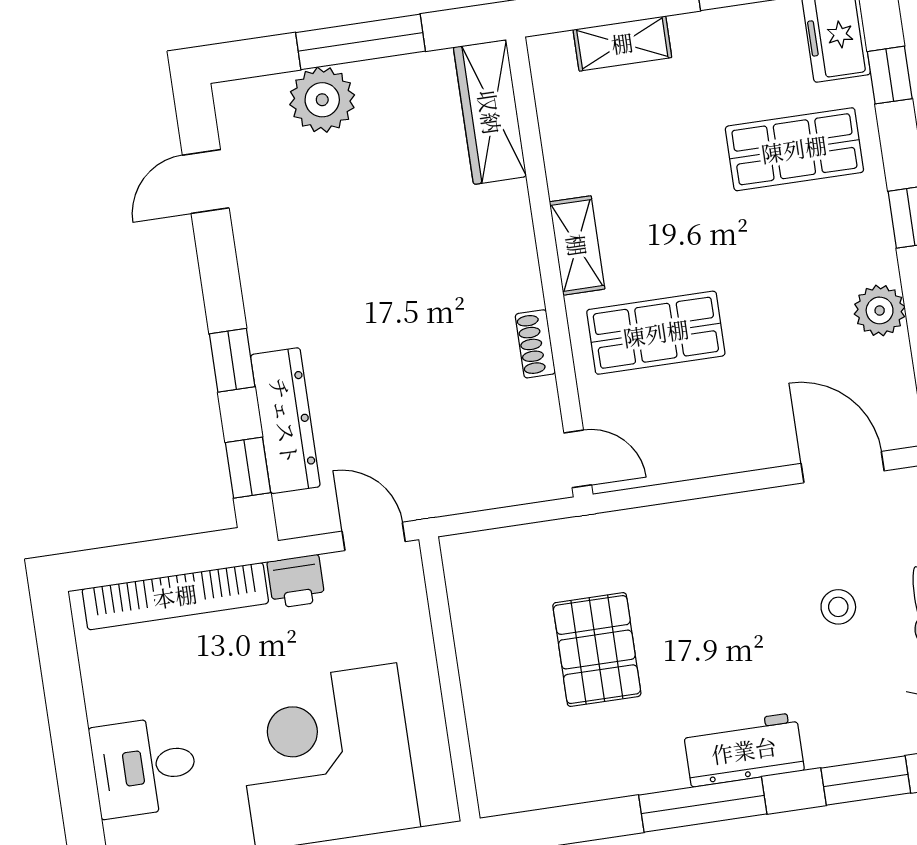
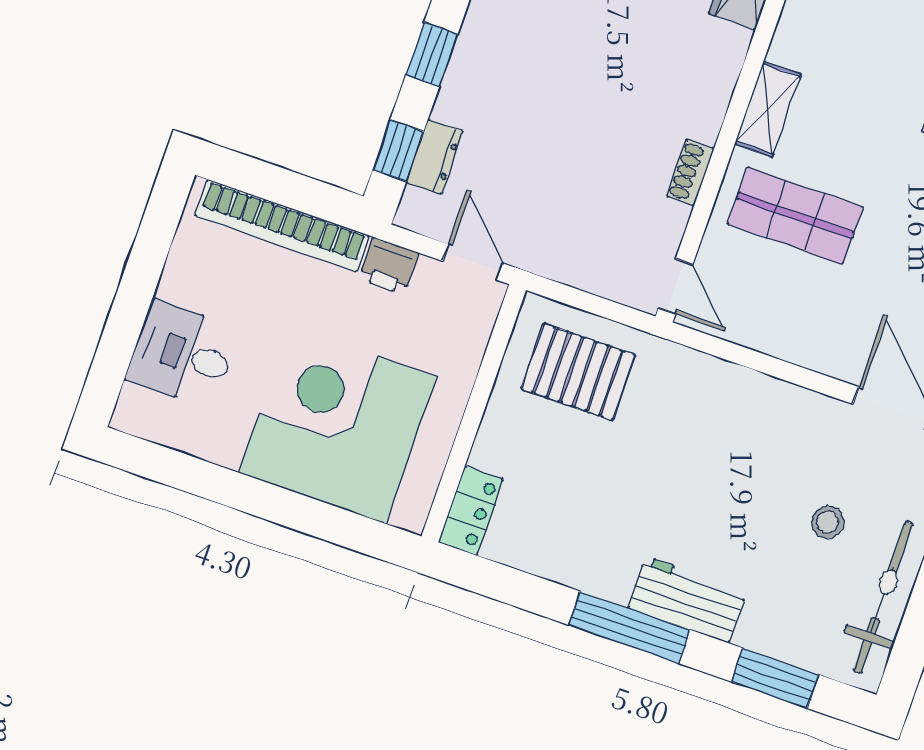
dresser: (285, 421) -> (435, 157), width x0.51, depth x0.80
pallet: (597, 650) -> (578, 372), moved, turned 90
locker: (495, 773) -> (471, 511), added

